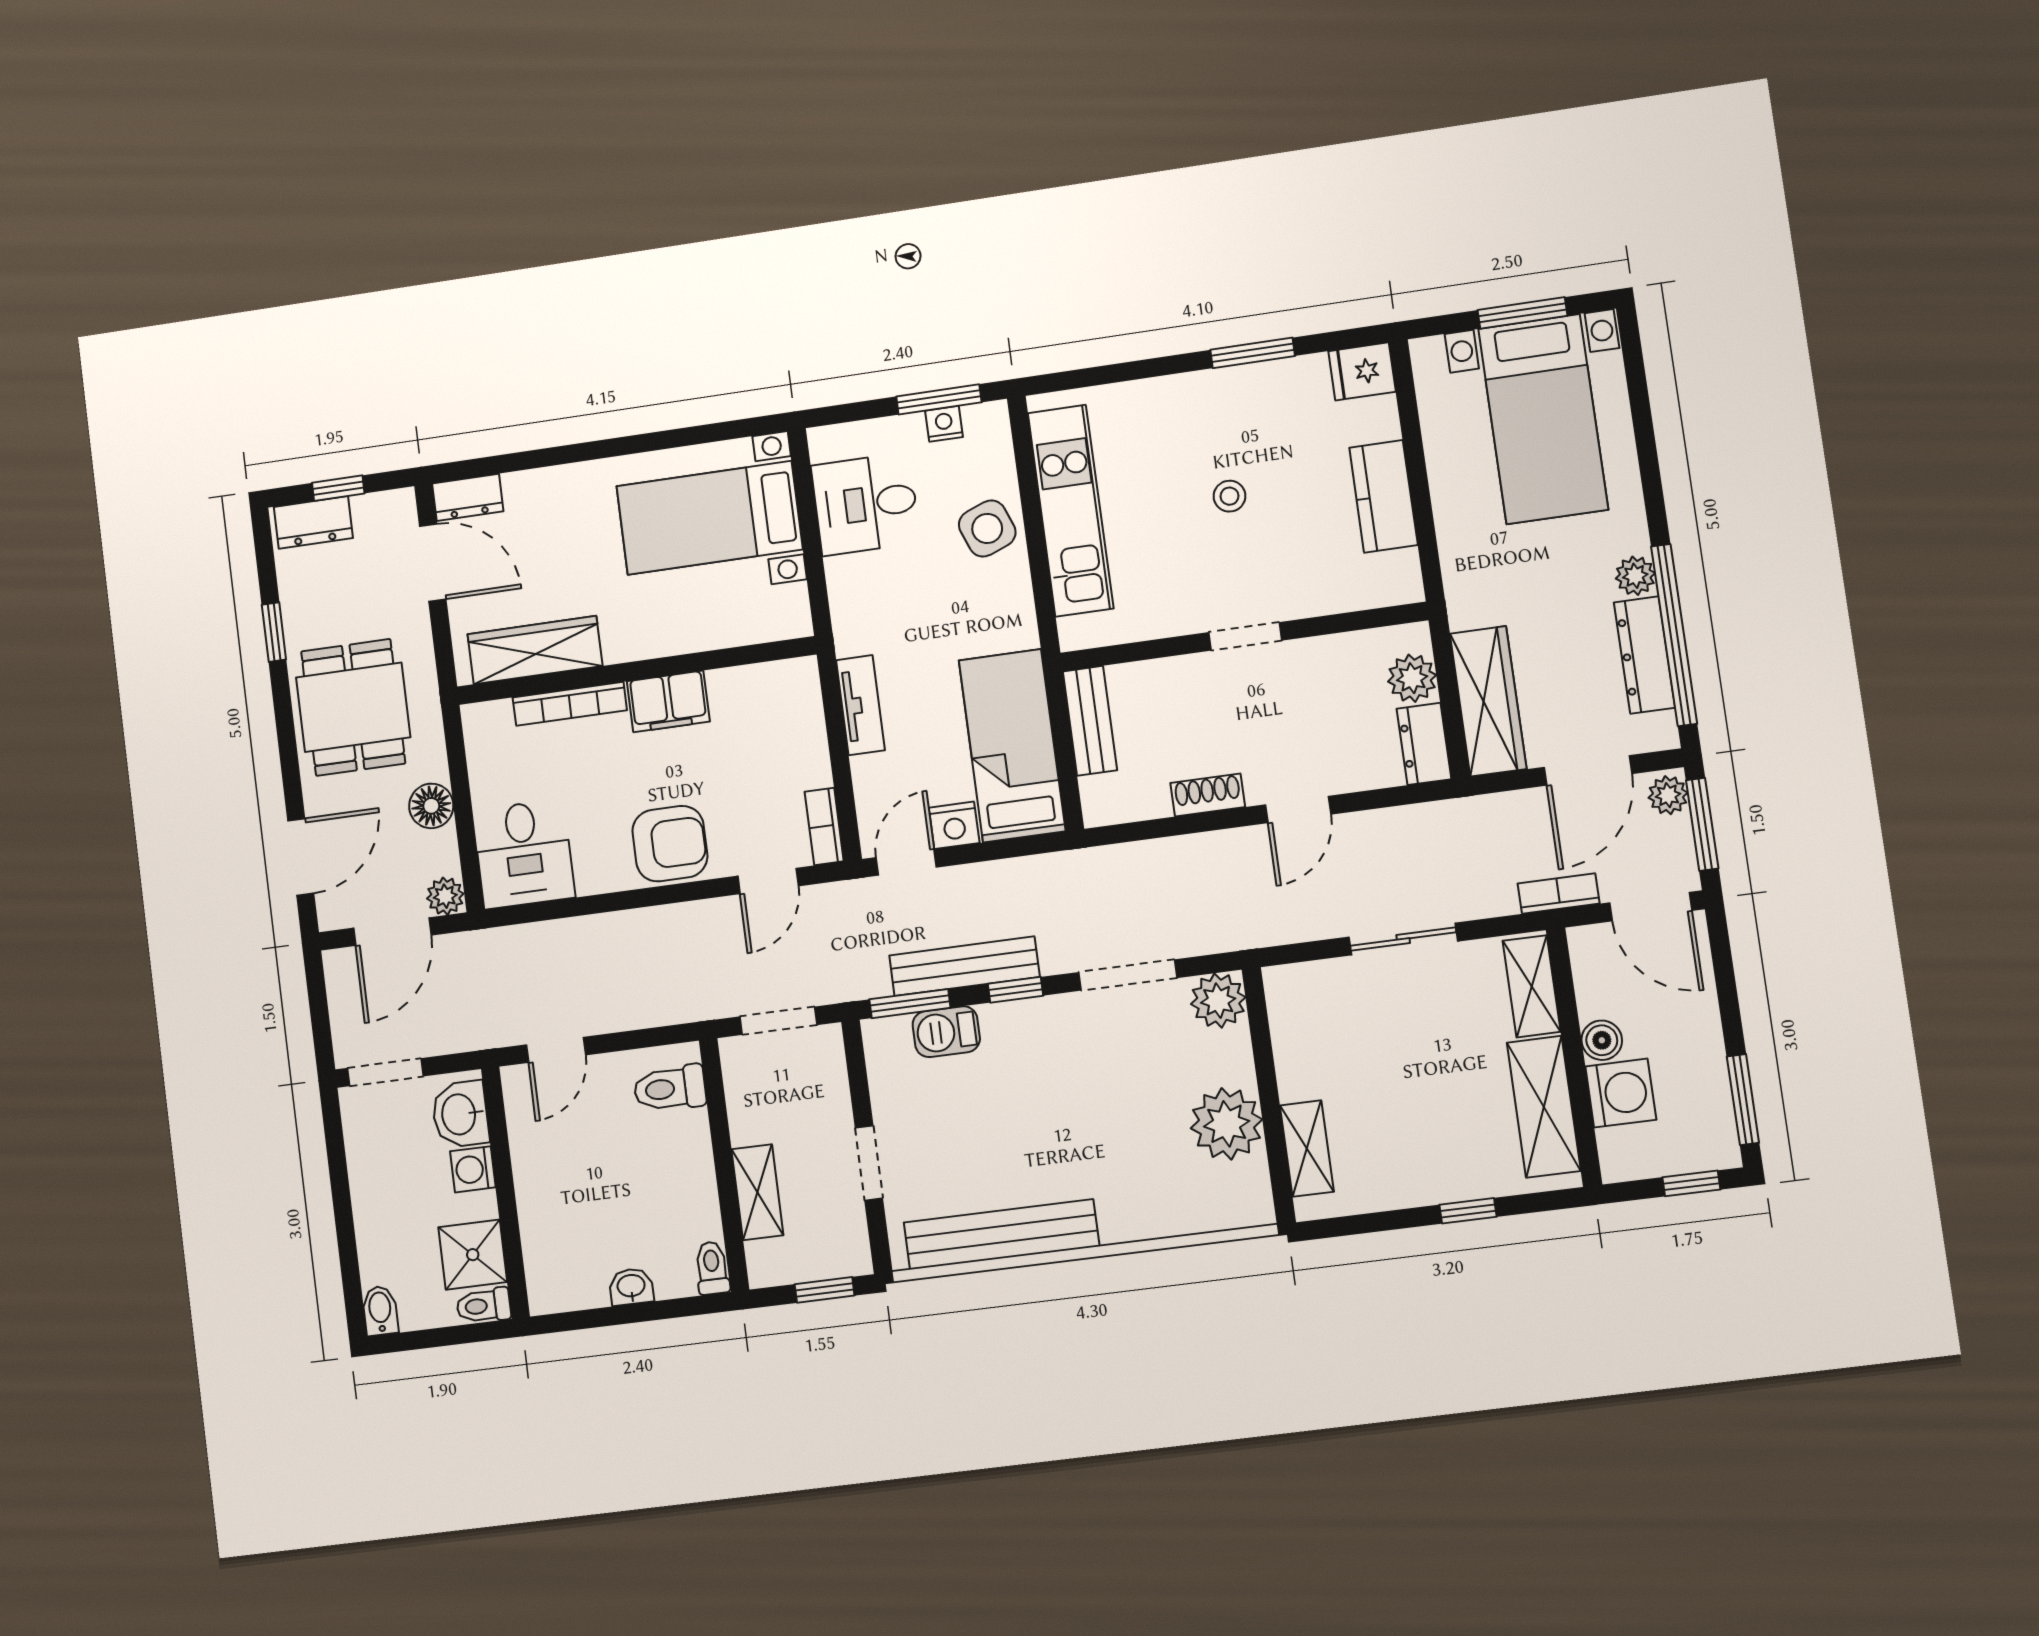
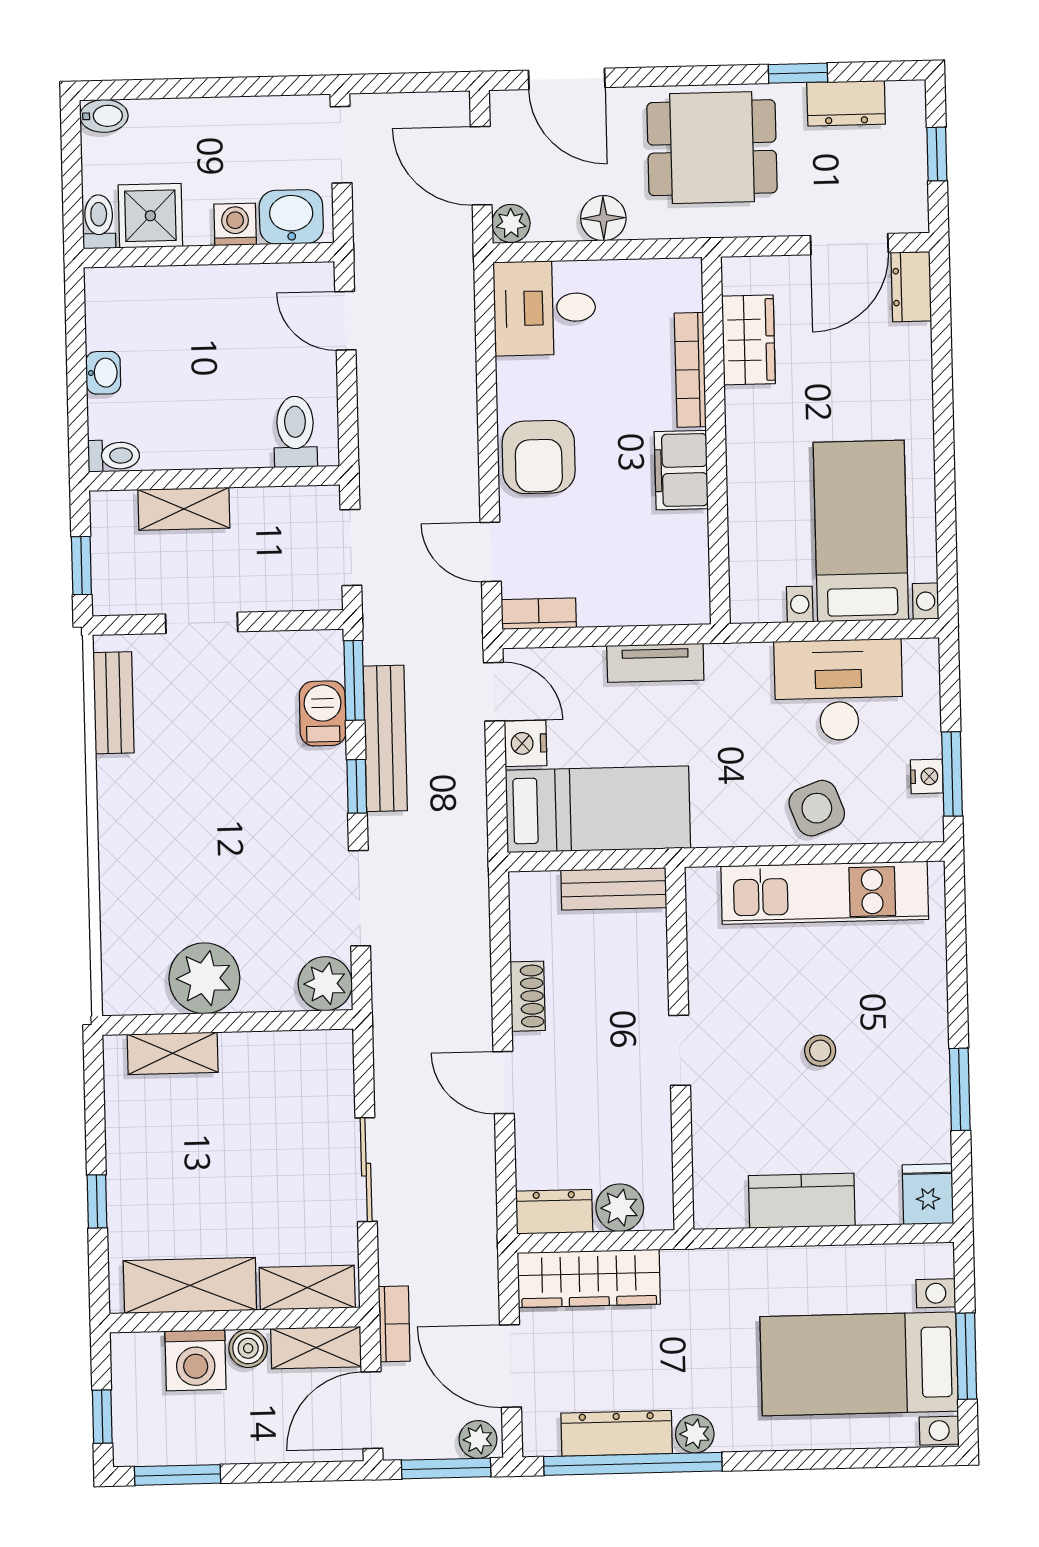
desk: (866, 504) -> (839, 690), width x1.37
dresser: (313, 522) -> (846, 103), moved, turned -90
wardrobe: (535, 650) -> (748, 340), width x0.67
shelving: (1593, 971) -> (316, 1348), added
bench: (1001, 1234) -> (113, 703), width x0.54, depth x0.82

